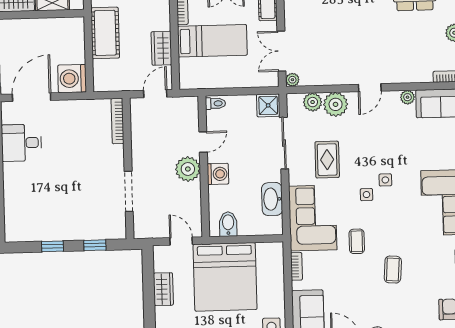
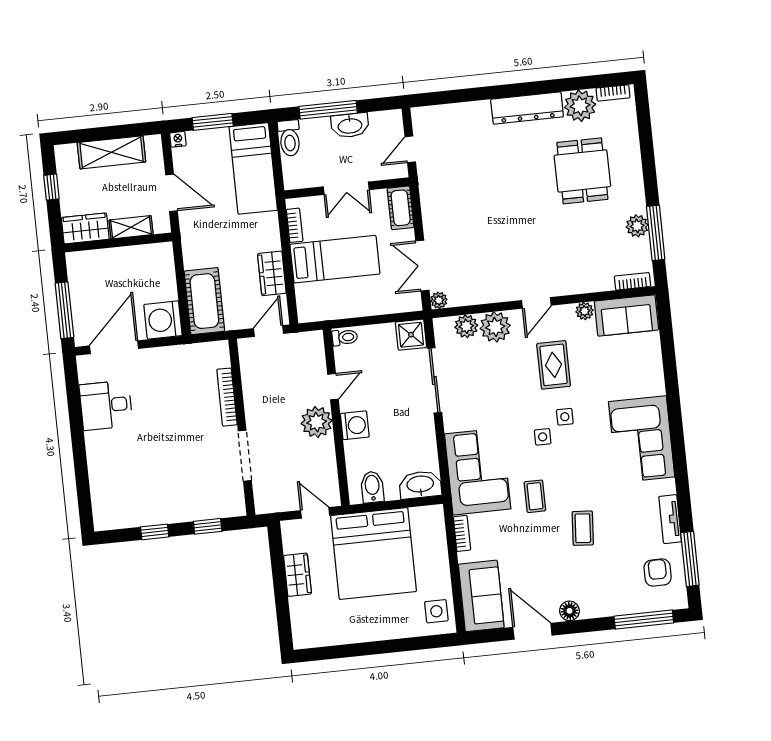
cot: (105, 33) -> (204, 301), moved
bookcase: (117, 121) -> (227, 397), moved
rug: (327, 160) -> (554, 365), moved
washbasin: (272, 199) -> (420, 485), moved, turned 90

